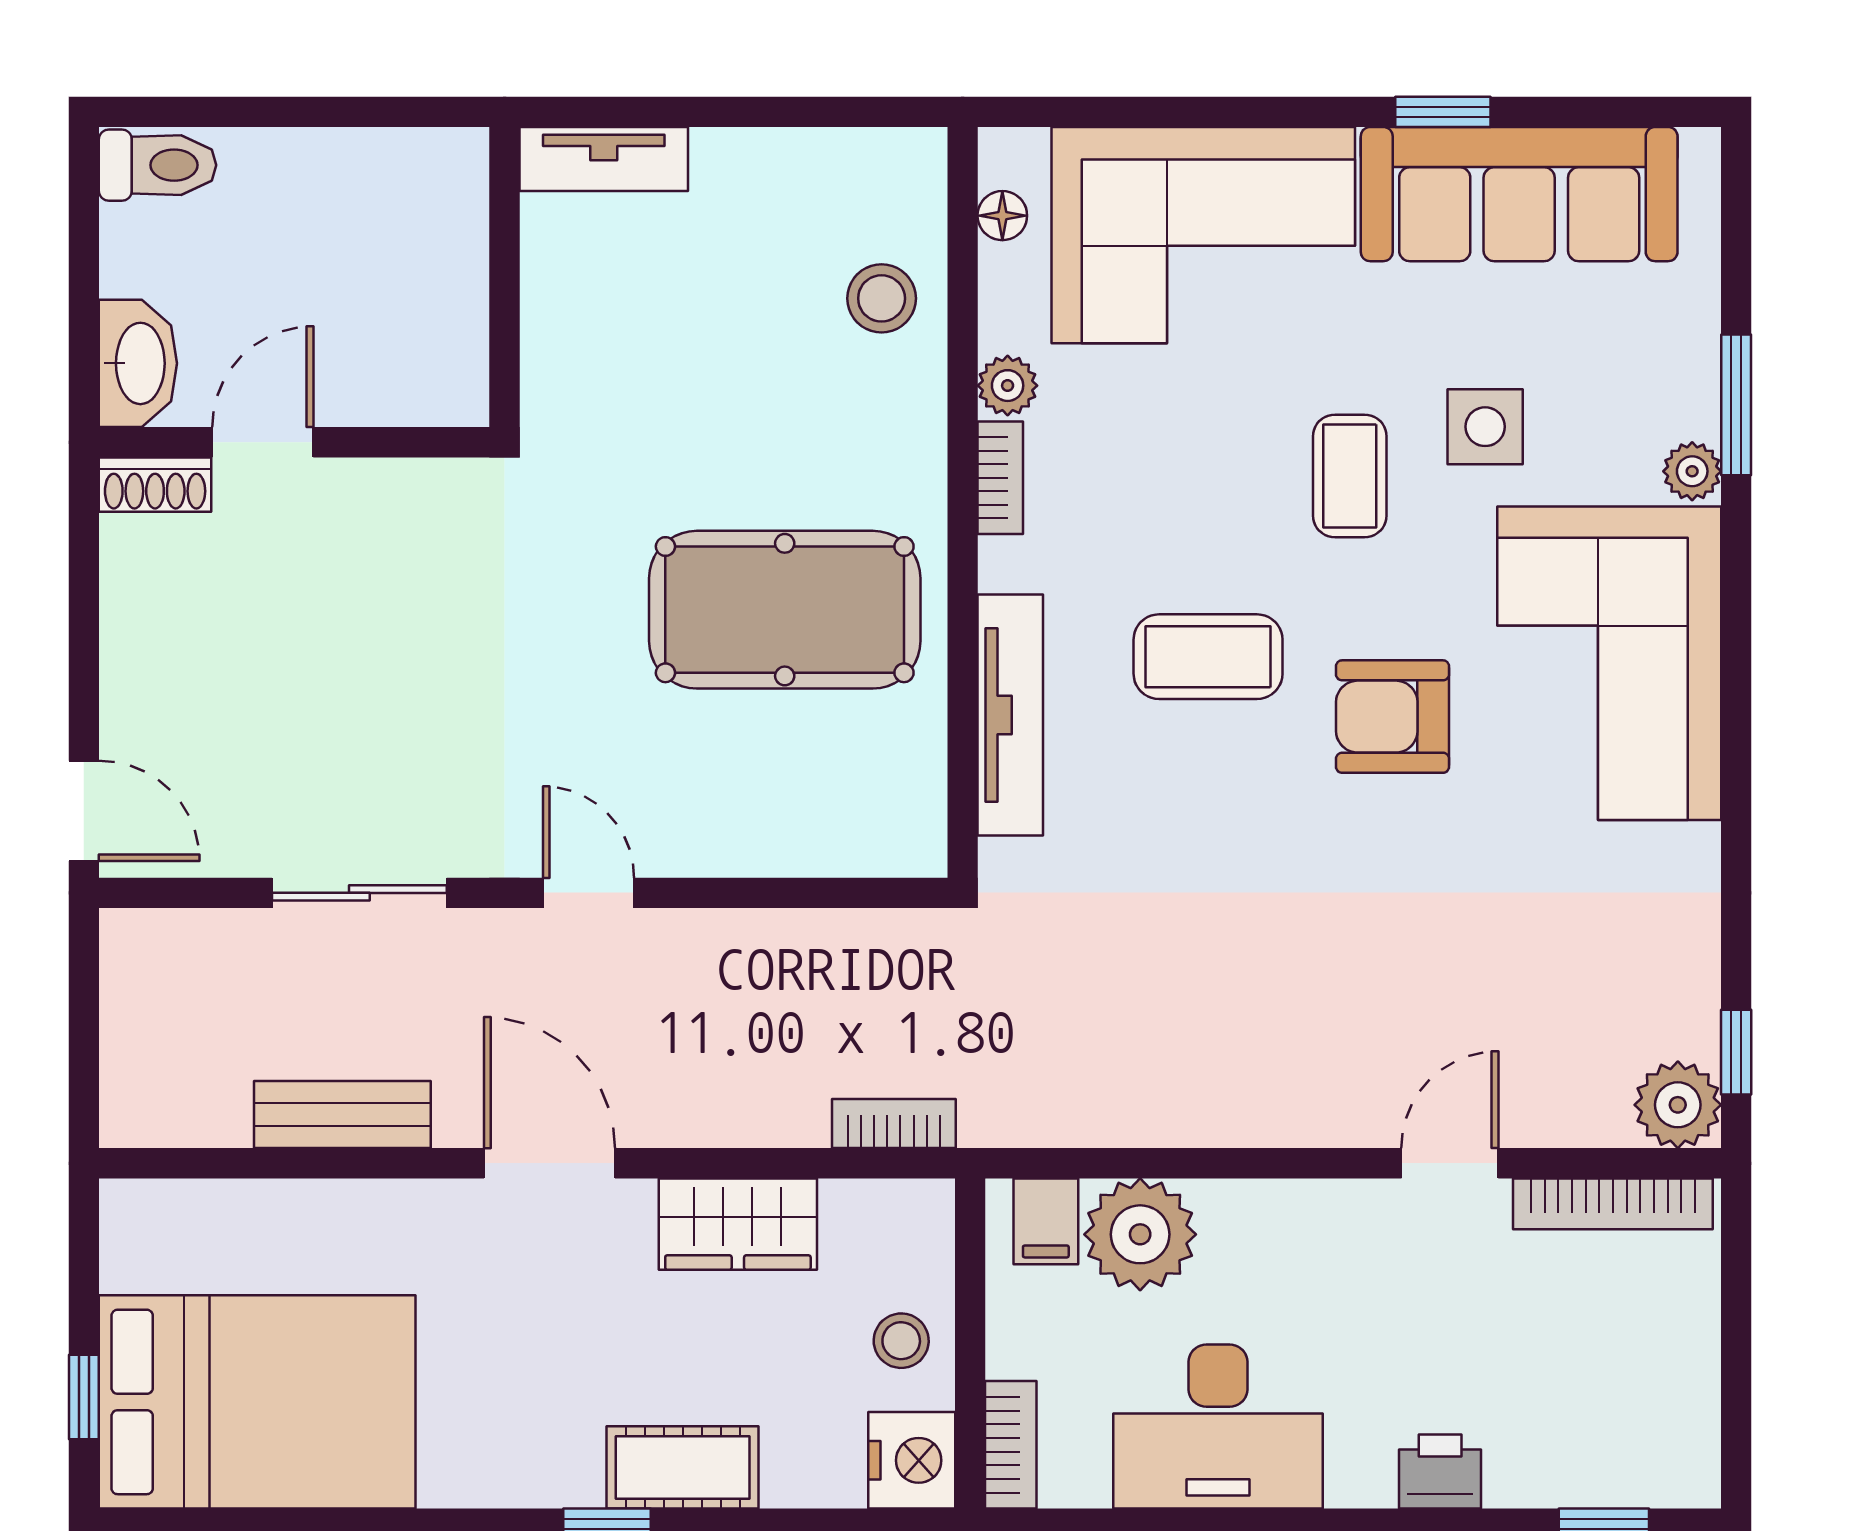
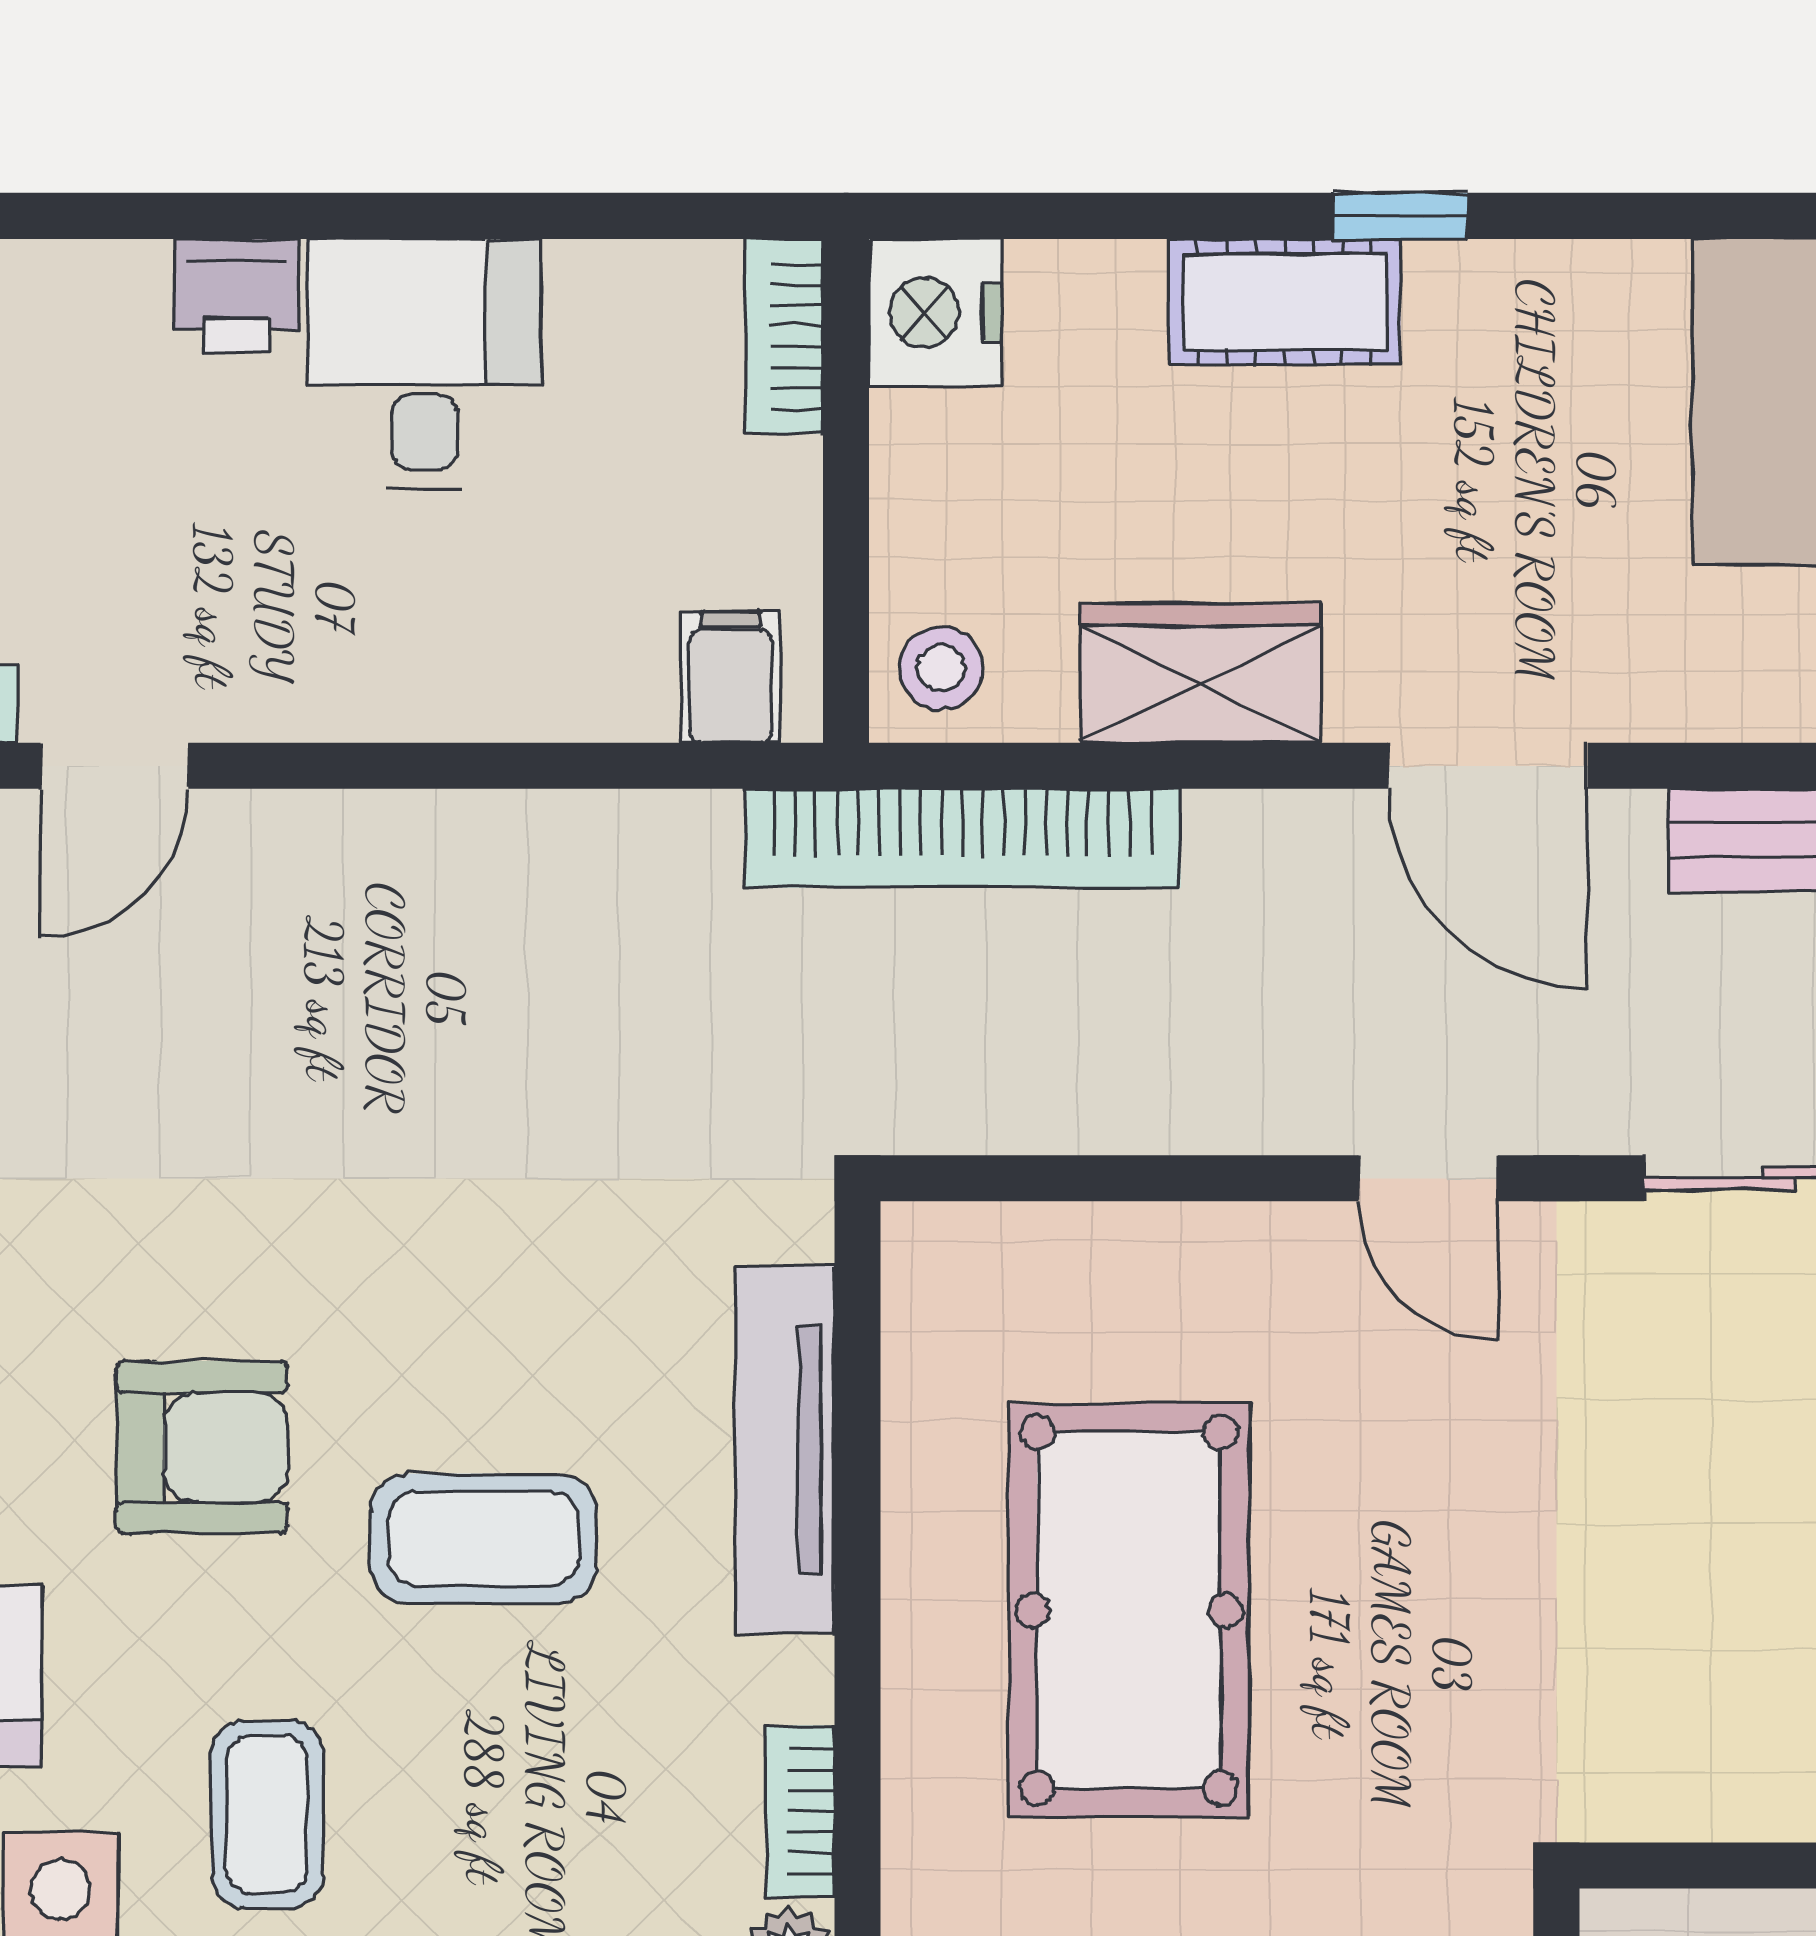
pool table: (785, 610) -> (1129, 1610), turned 90
bookcase: (894, 1124) -> (962, 838), width x2.31, depth x1.31
plant: (1140, 1234) -> (587, 657), removed
stool: (901, 1341) -> (941, 668), moved
desk: (1218, 1427) -> (425, 364), width x0.73
printer: (1440, 1472) -> (237, 295), moved

